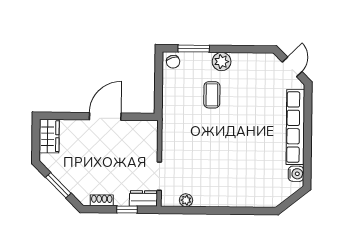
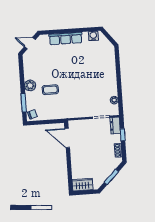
door: (105, 116) -> (67, 138), moved
row of seats: (295, 127) -> (66, 38), width x0.73

